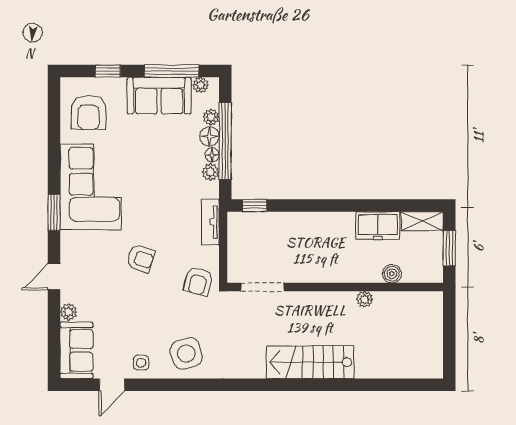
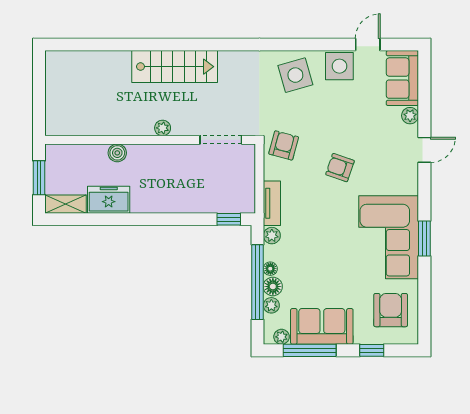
plant: (210, 172) -> (272, 236), moved
window: (54, 212) -> (424, 239), moved
boiler: (392, 274) -> (117, 153), moved
plant: (365, 299) -> (163, 128), moved
side table: (141, 363) -> (339, 66), width x1.87, depth x1.87

